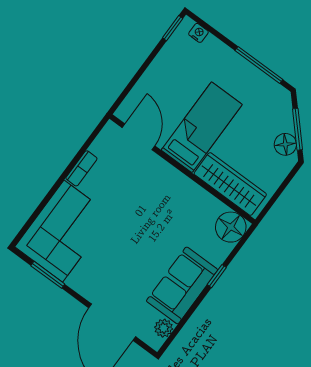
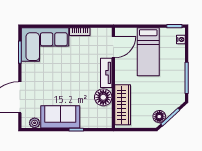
bed: (202, 127) -> (148, 52), moved, turned 90
tv unit: (168, 174) -> (106, 73), added
floor lamp: (231, 227) -> (103, 97), moved

